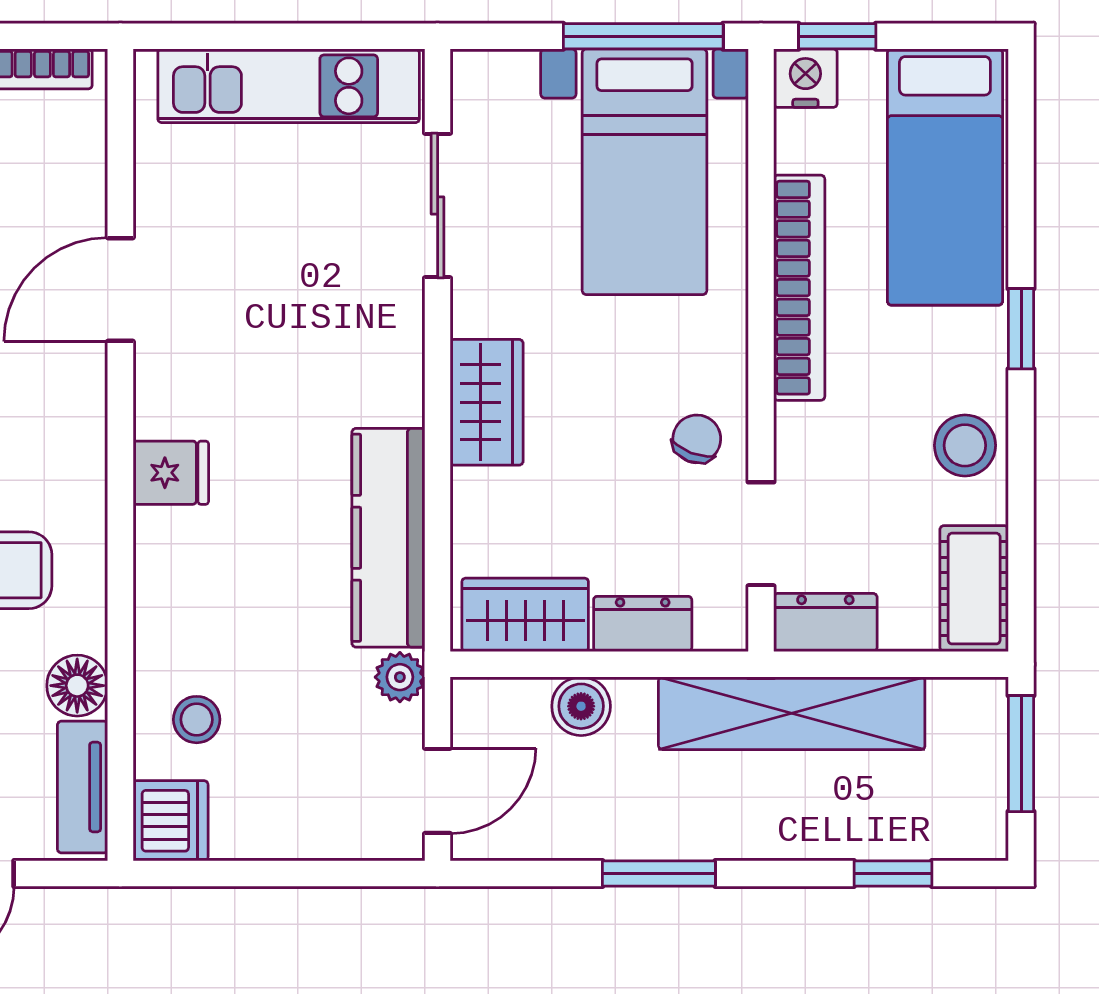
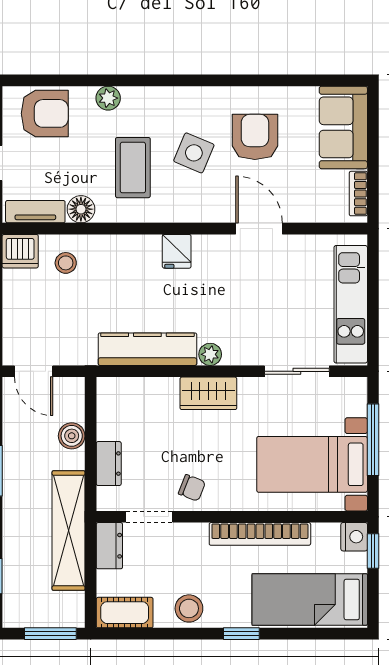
window: (643, 36) -> (373, 440), moved
wardrobe: (525, 615) -> (113, 411), removed
plant: (400, 677) -> (210, 354), moved

